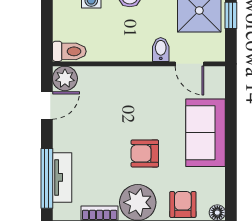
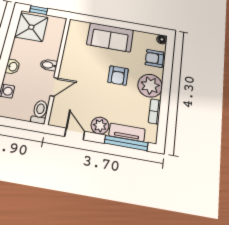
bidet: (161, 49) -> (49, 65), moved
door: (189, 64) -> (54, 87), moved
plant: (65, 78) -> (100, 126), moved

